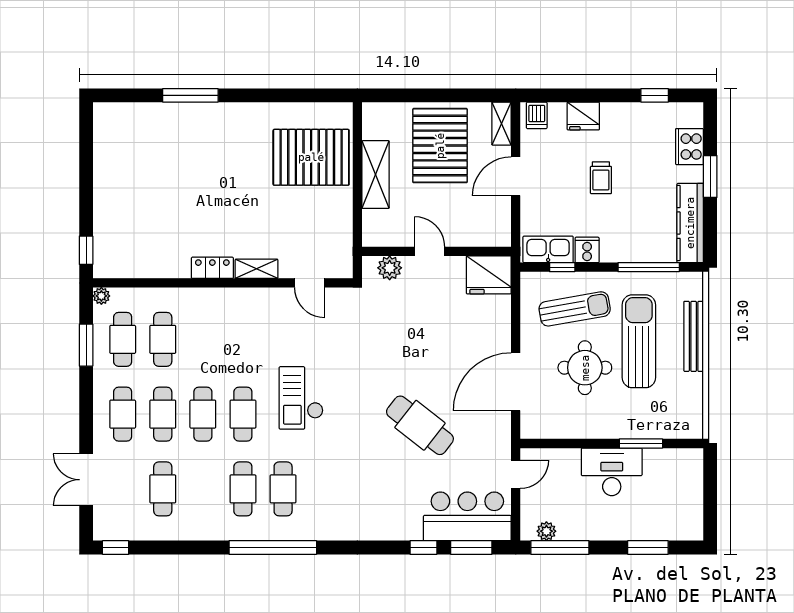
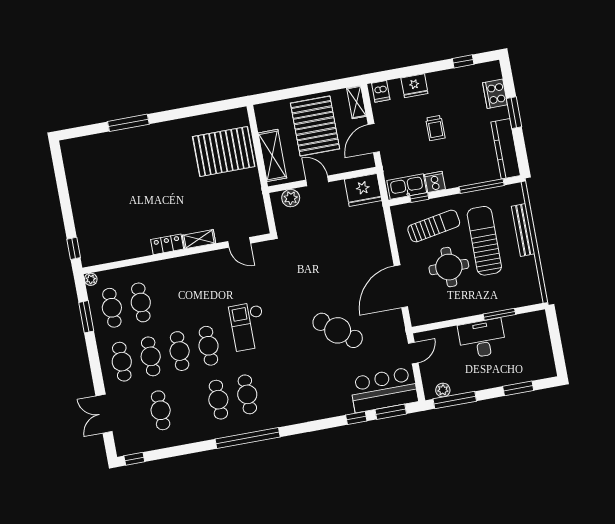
door: (429, 251) -> (317, 181), moved
wall: (437, 251) -> (322, 180), moved
plant: (390, 268) -> (291, 198), moved
fridge: (489, 275) -> (363, 190), moved

